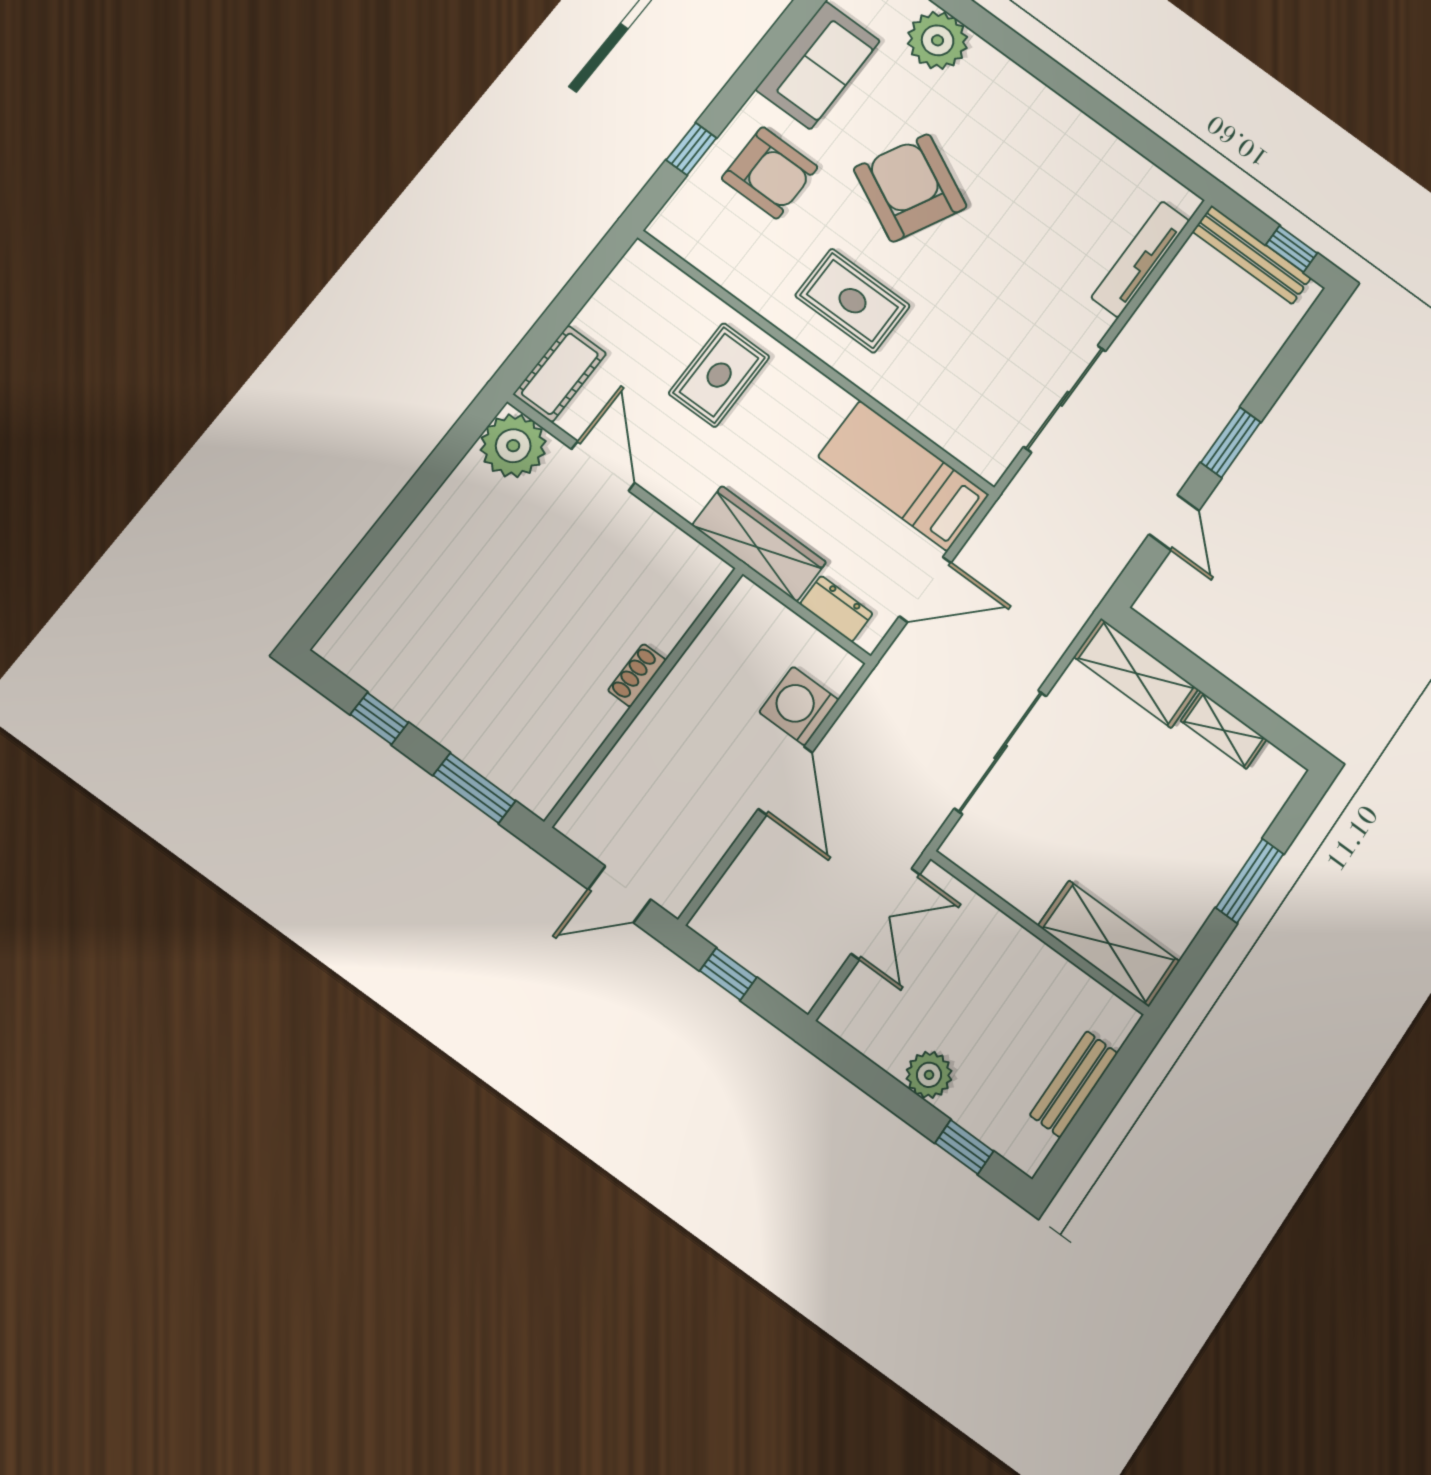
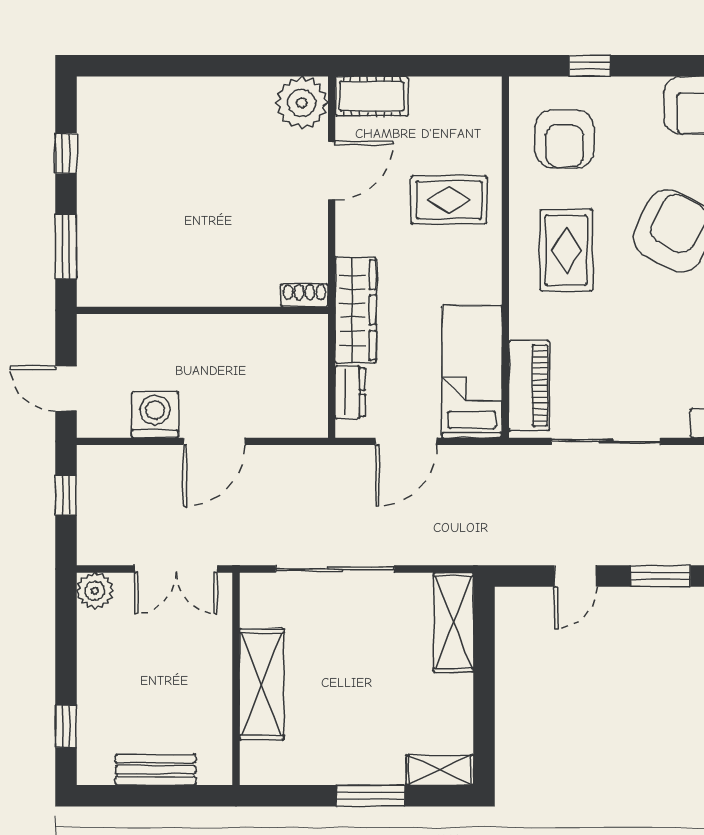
armchair: (770, 173) -> (565, 139), moved
piano: (958, 431) -> (529, 386), added
door: (925, 589) -> (406, 441), hinge flipped
shoe rack: (637, 675) -> (304, 295), moved
washing machine: (799, 706) -> (155, 415), moved
shelving: (1224, 730) -> (440, 770), moved, turned 90
shelving: (1109, 944) -> (262, 684), moved
plant: (929, 1075) -> (95, 591), moved

